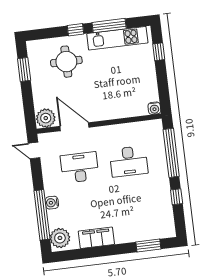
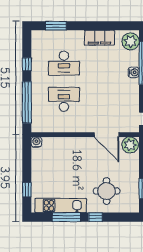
desk: (80, 167) -> (64, 63), moved

